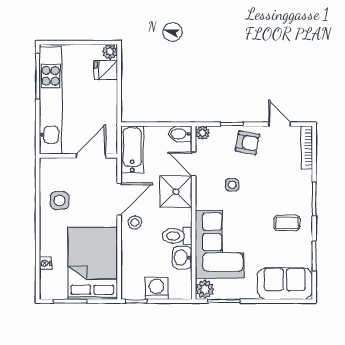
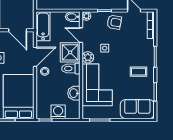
door: (91, 156) -> (18, 30), swing flipped
toilet: (177, 236) -> (71, 69), moved
plant: (205, 289) -> (88, 57), moved

